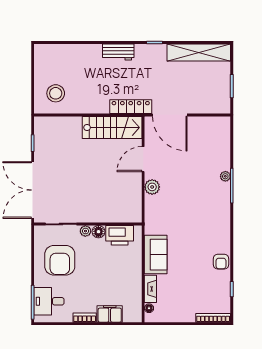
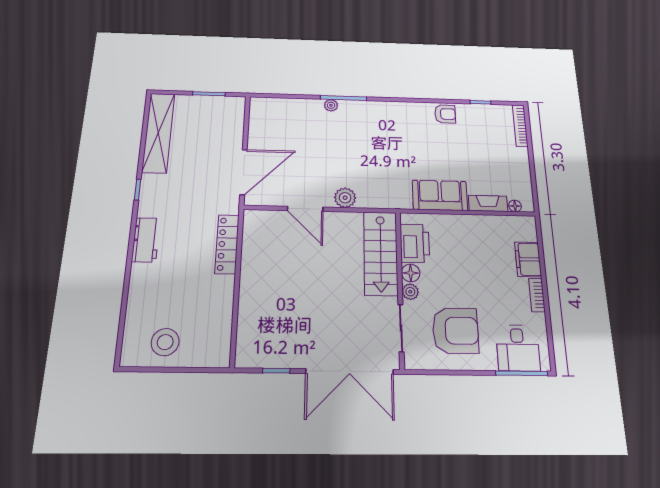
stool: (56, 93) -> (165, 342), moved
locker: (131, 107) -> (227, 244), moved
stairs: (112, 127) -> (381, 253), moved, turned 180

